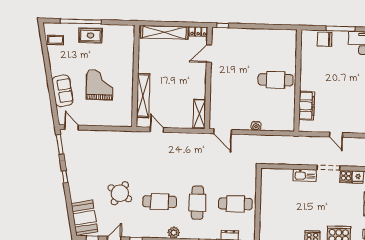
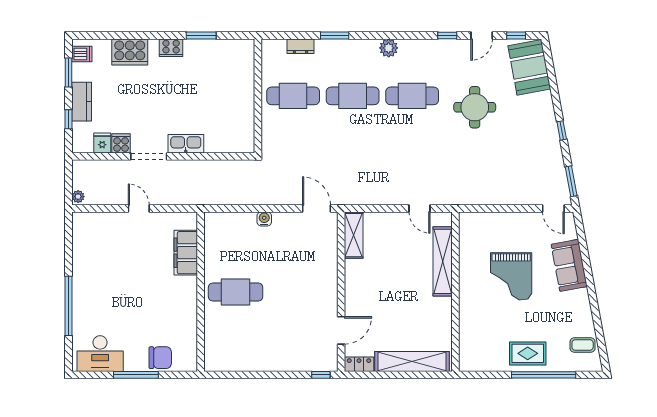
round table: (120, 193) -> (475, 107), turned -31
cafe table: (198, 203) -> (353, 96), turned 90

